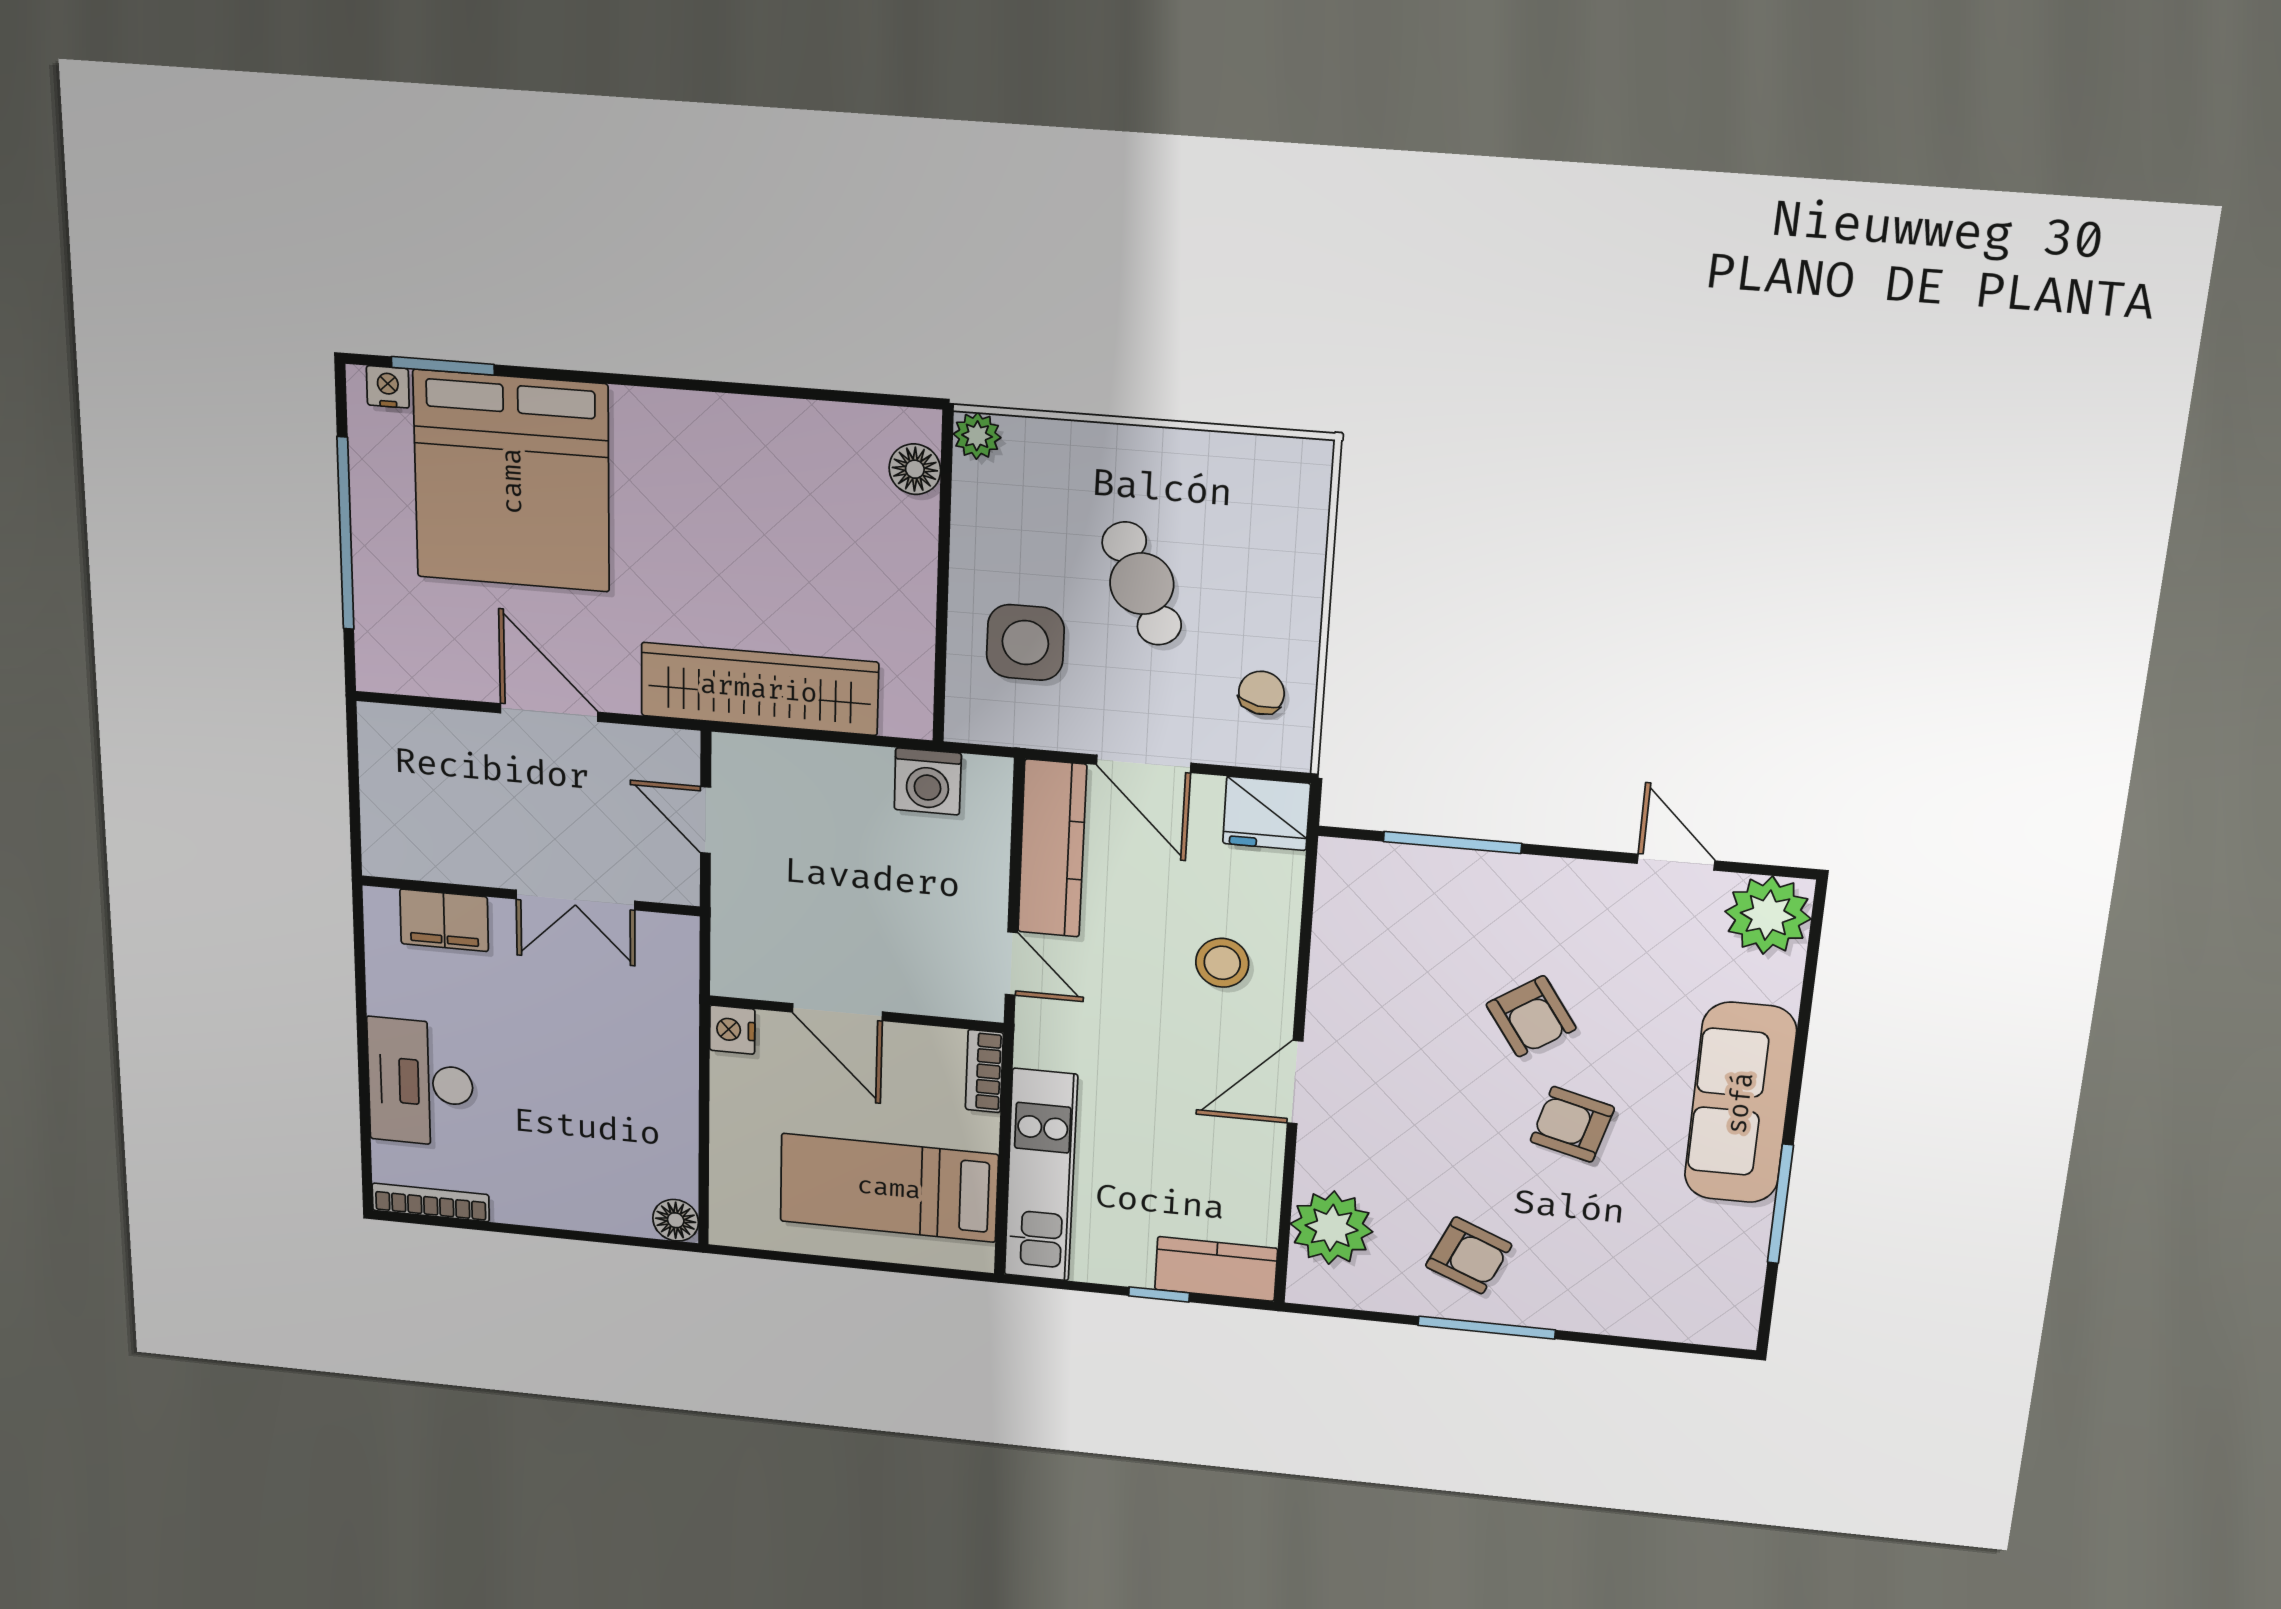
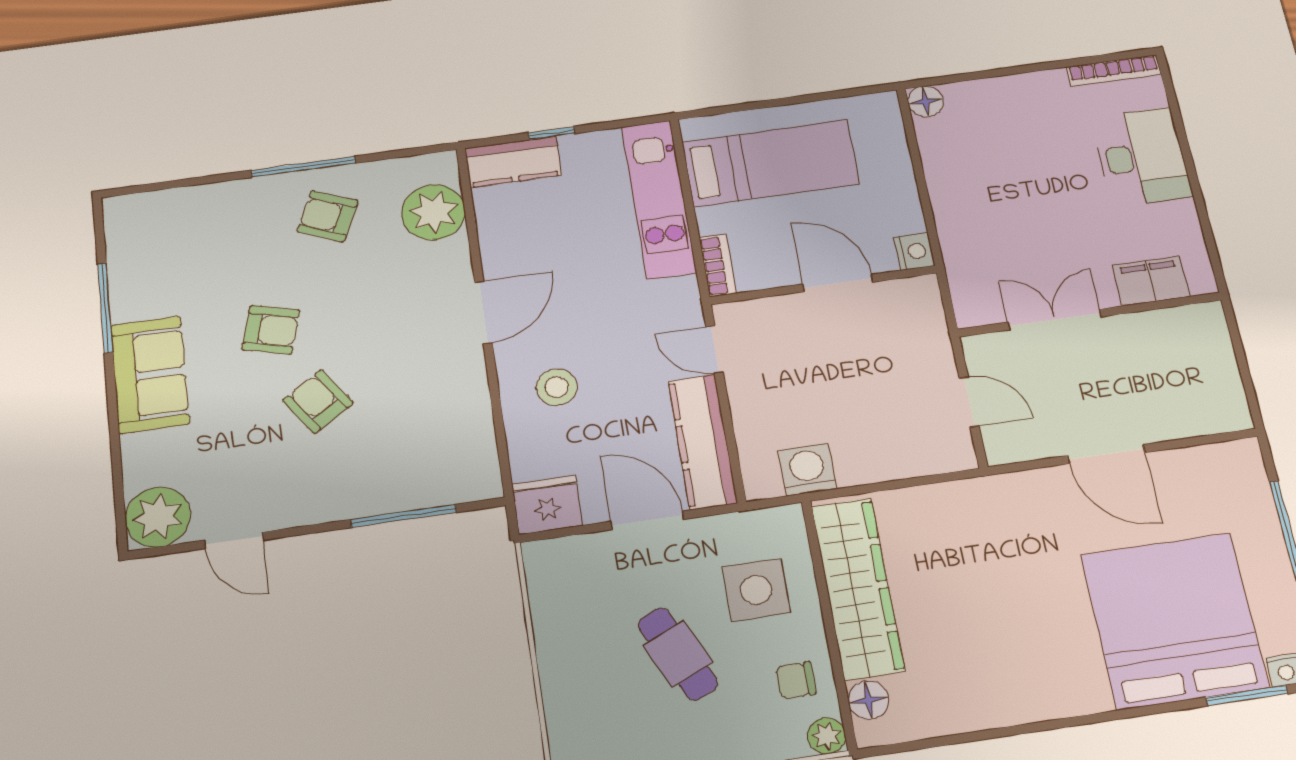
wardrobe: (759, 689) -> (858, 588), moved, turned -90
chair: (1261, 693) -> (796, 680), moved, turned 79
sofa: (1740, 1103) -> (150, 375), width x0.73

